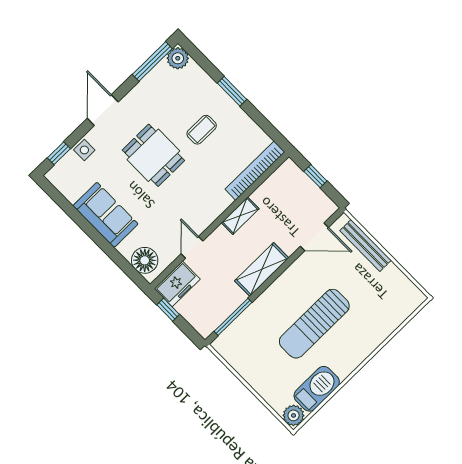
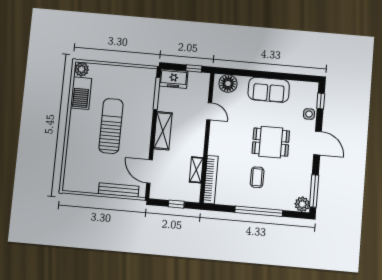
window: (232, 91) -> (259, 211), width x2.11
shelving: (240, 216) -> (196, 170), moved
door: (314, 237) -> (149, 171), hinge flipped
freezer: (177, 284) -> (174, 79), moved, turned -90

